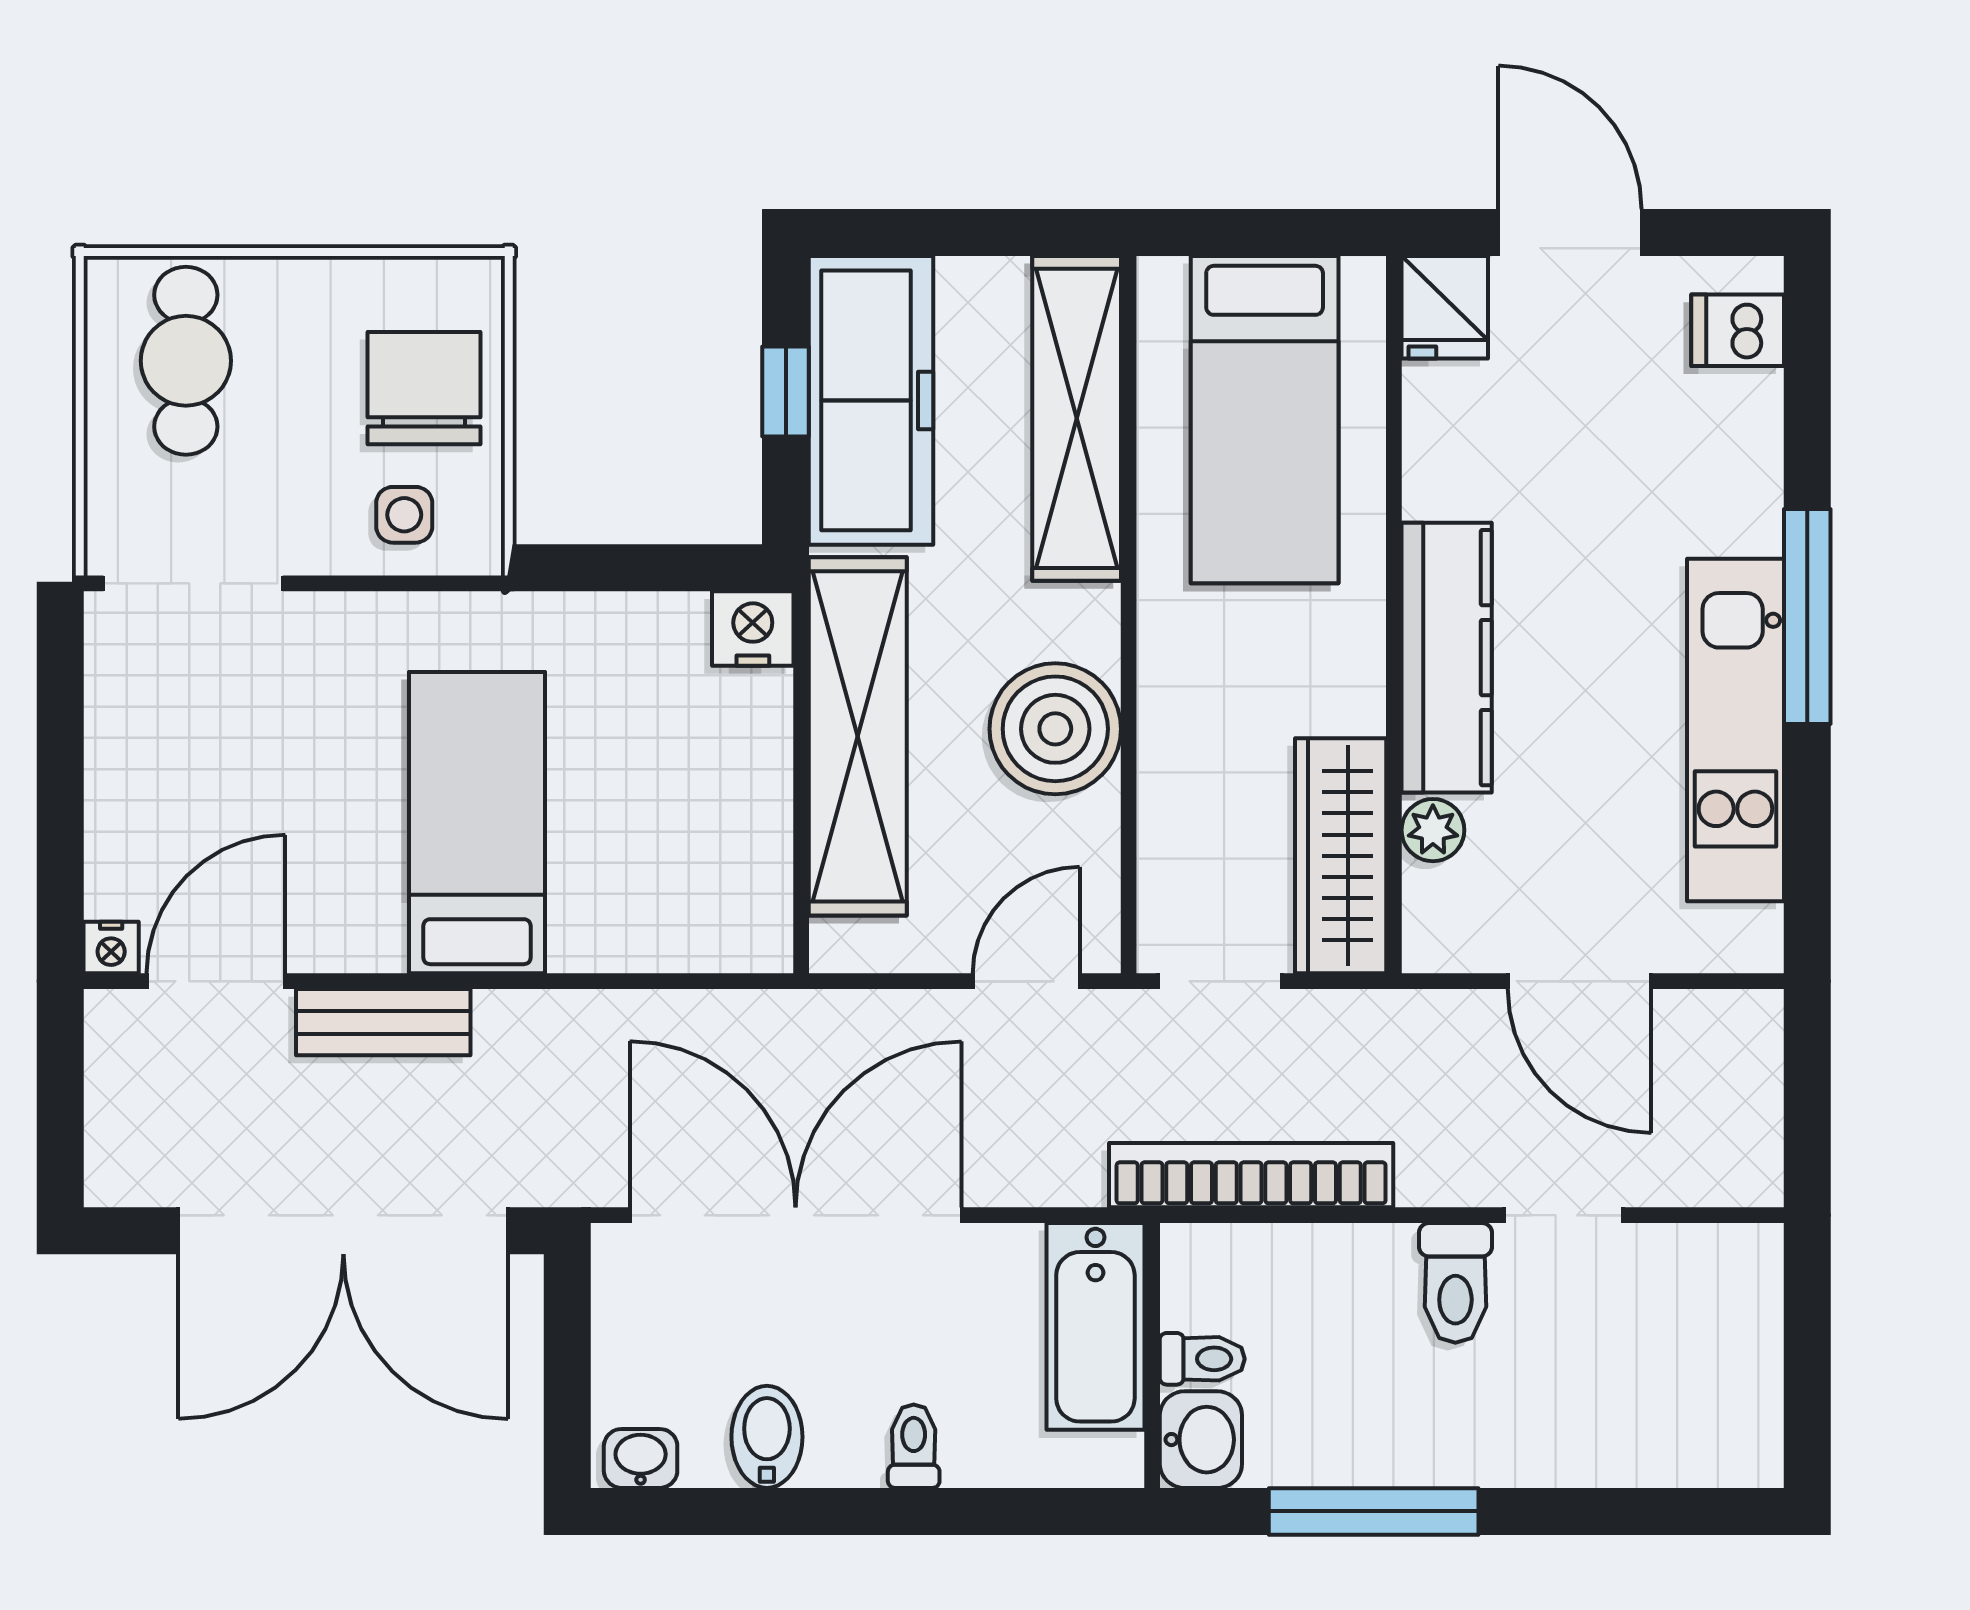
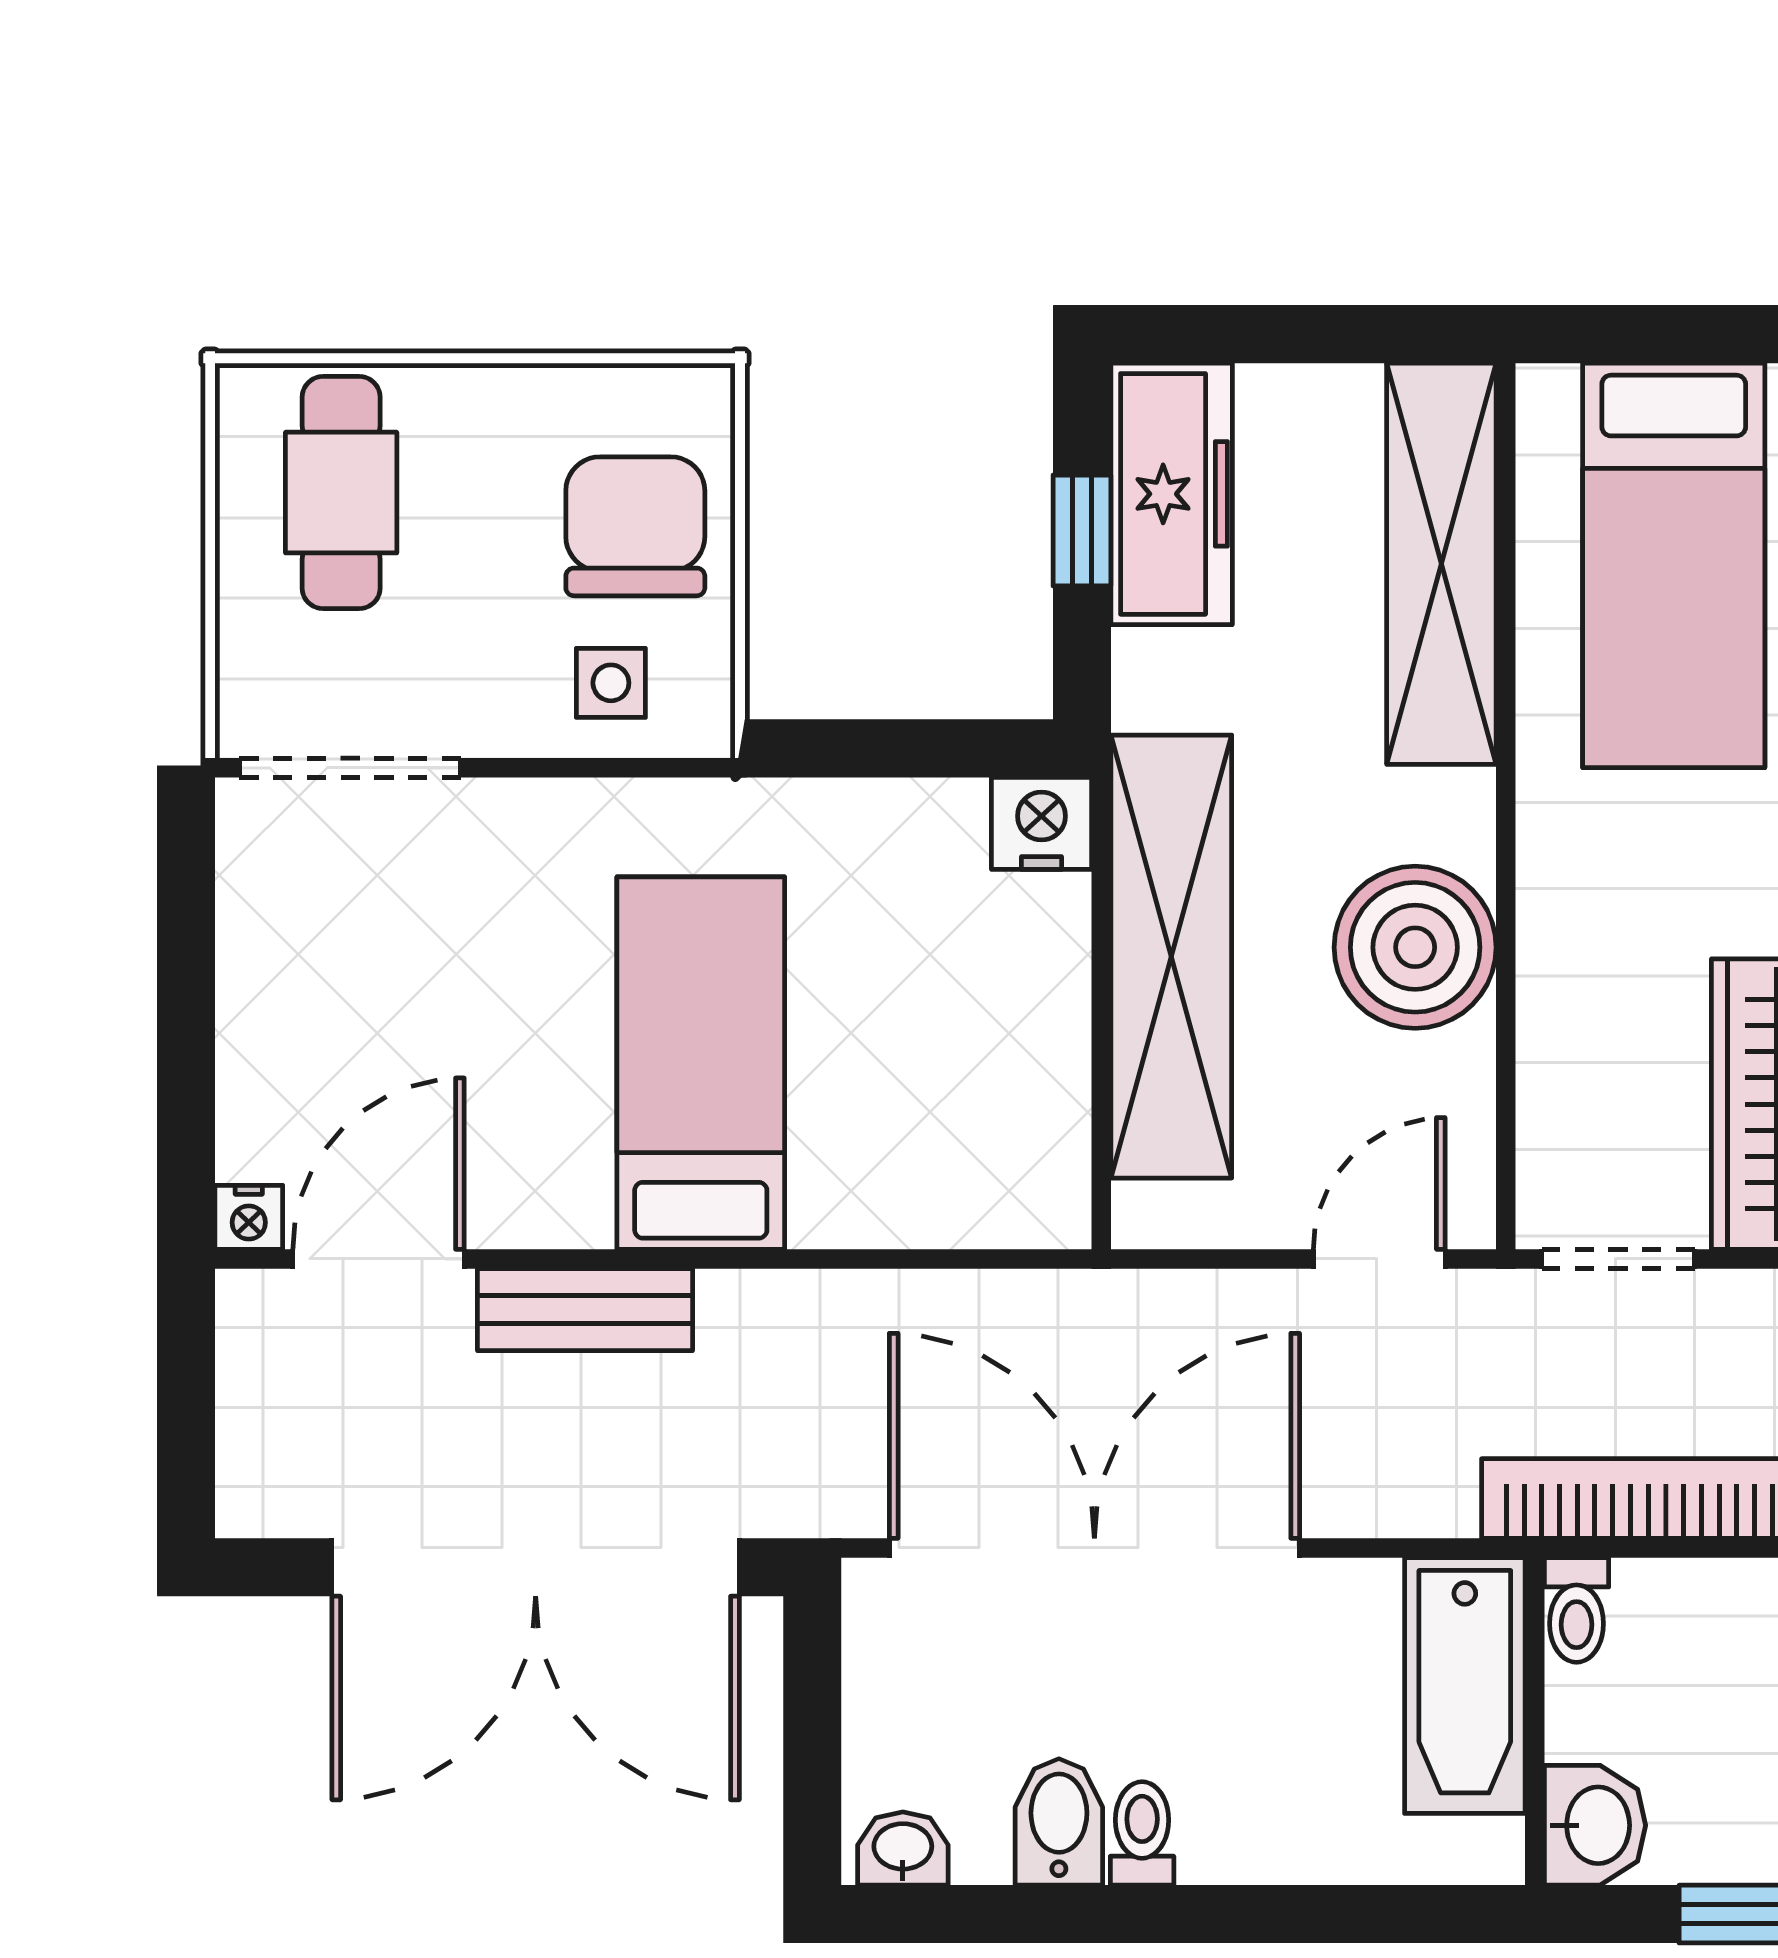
freezer: (871, 400) -> (1172, 494), width x0.73, depth x0.79
toilet: (1202, 1359) -> (1576, 1610), moved, turned 90
toilet: (914, 1446) -> (1142, 1833), moved

